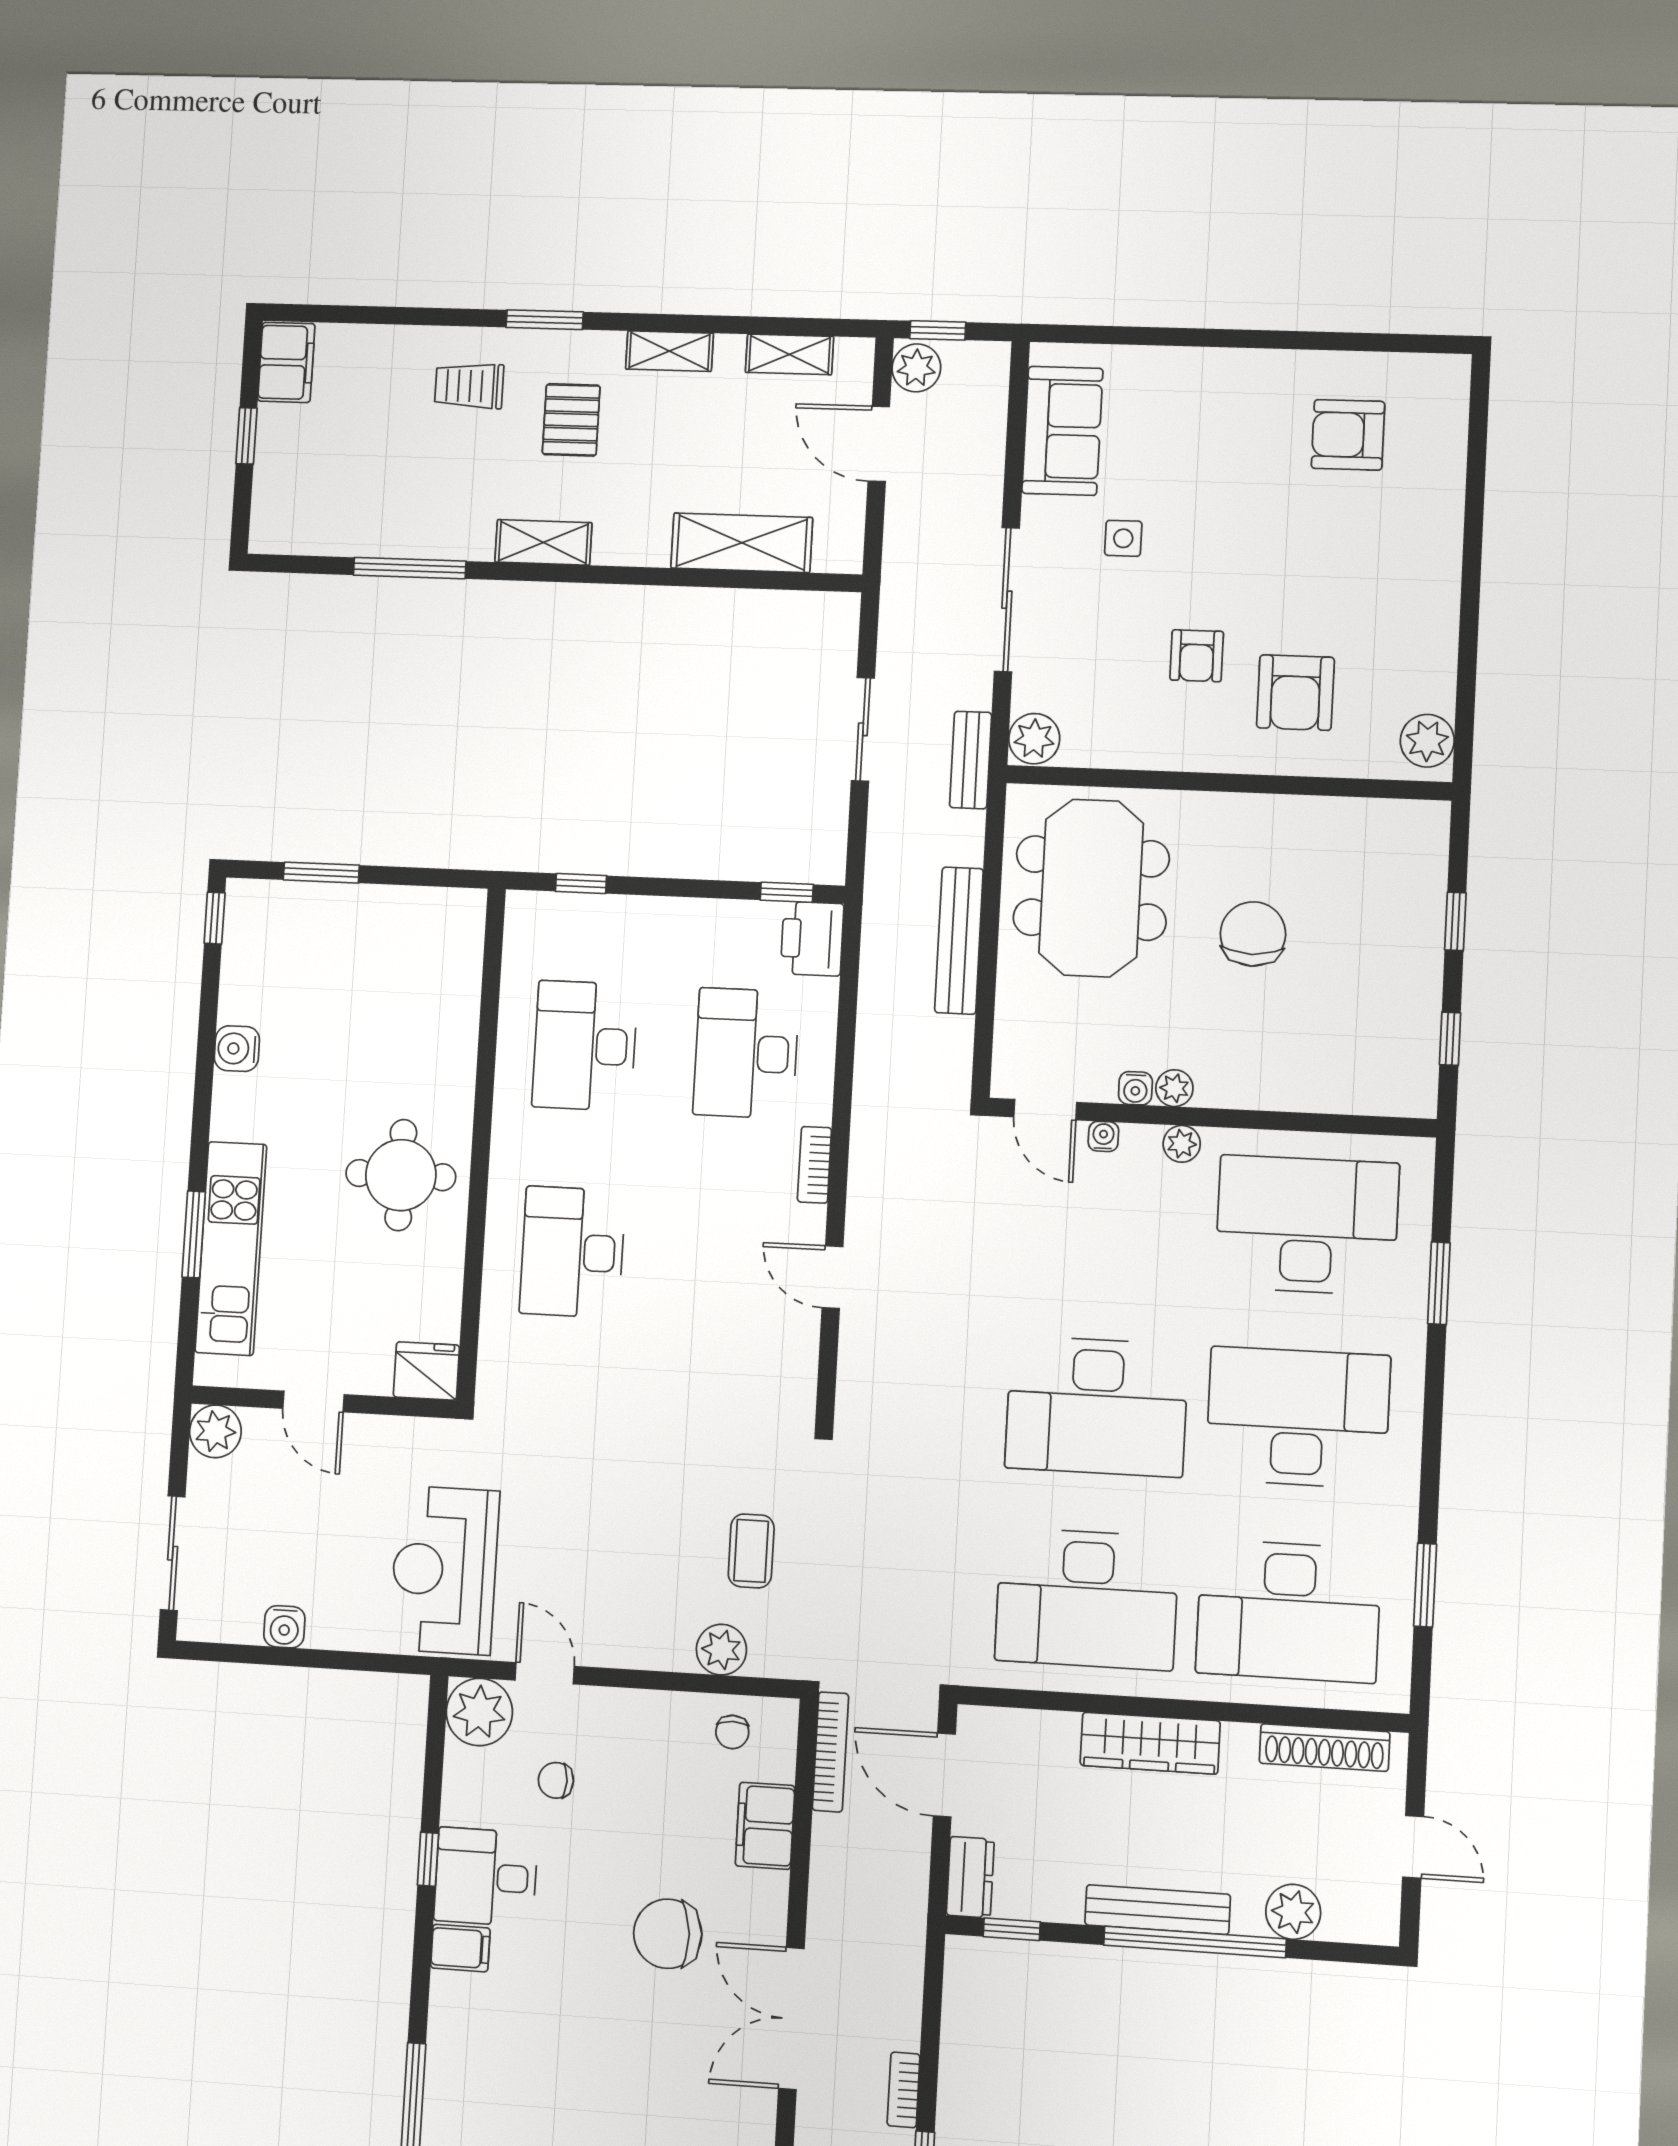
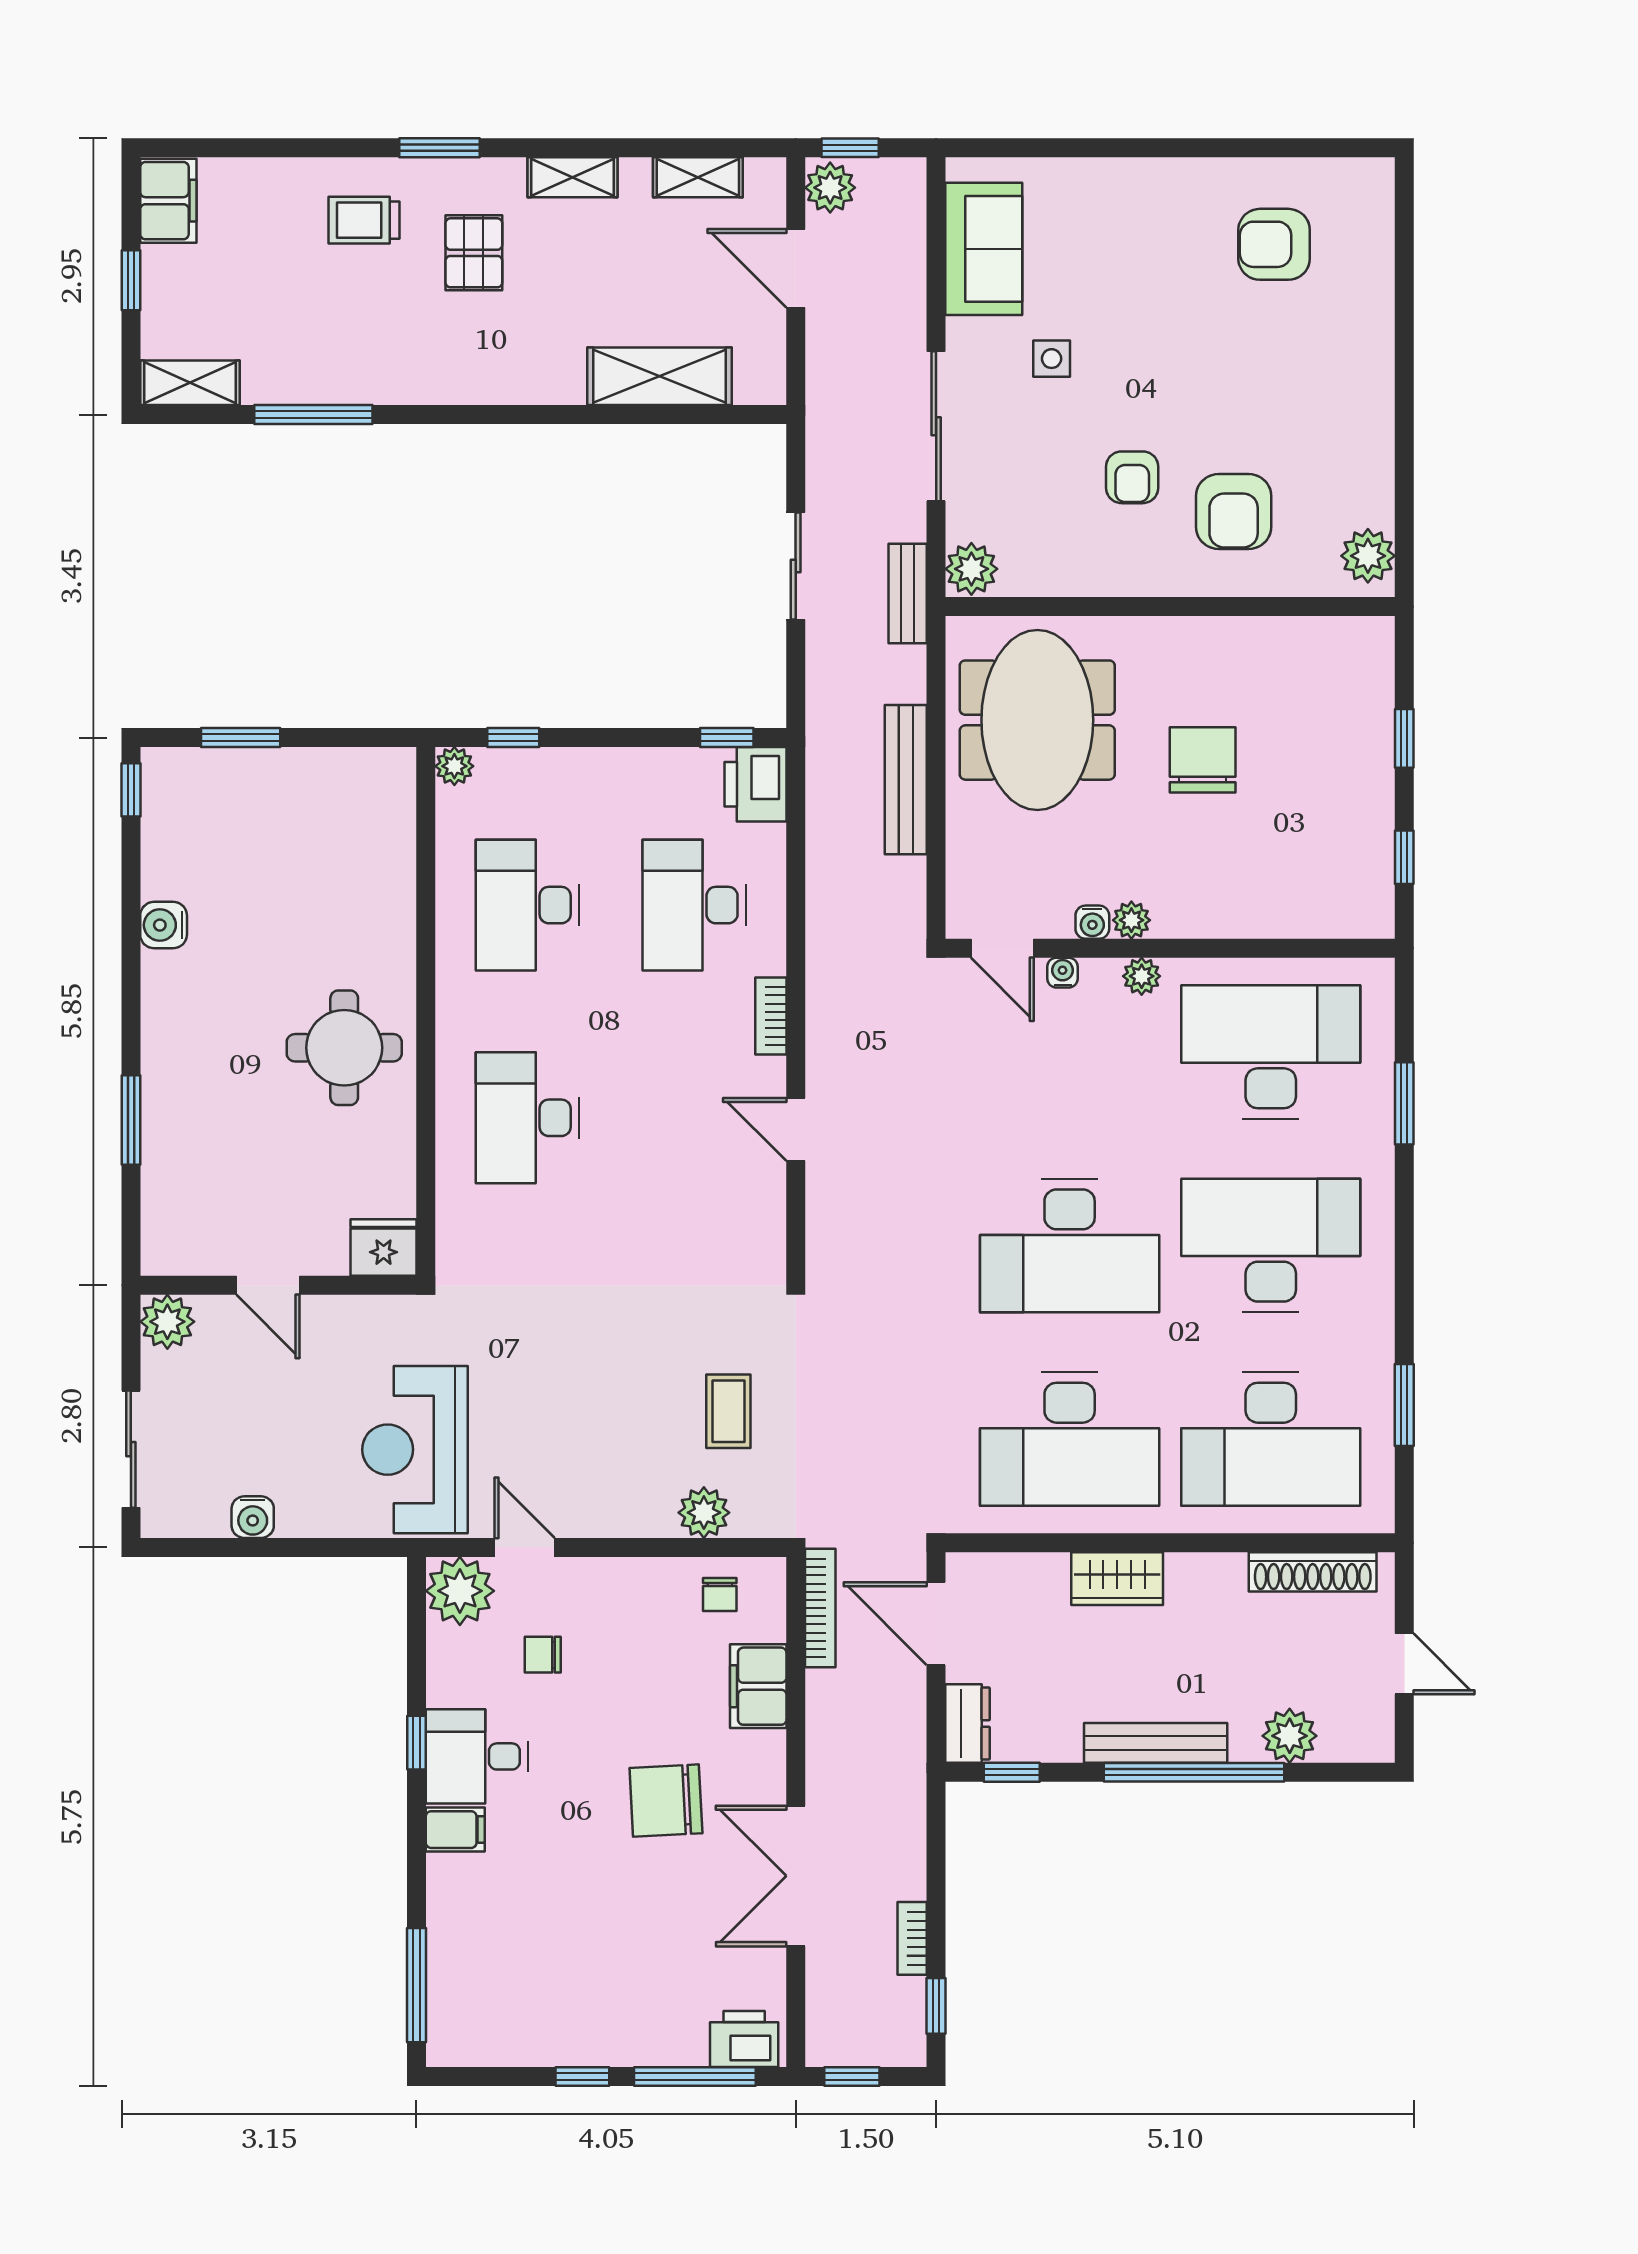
shelving: (543, 542) -> (190, 383), moved
plant: (523, 909) -> (454, 766), added
kitchen unit: (231, 1248) -> (171, 1132), removed
wardrobe: (1150, 1743) -> (1117, 1579), width x0.67

